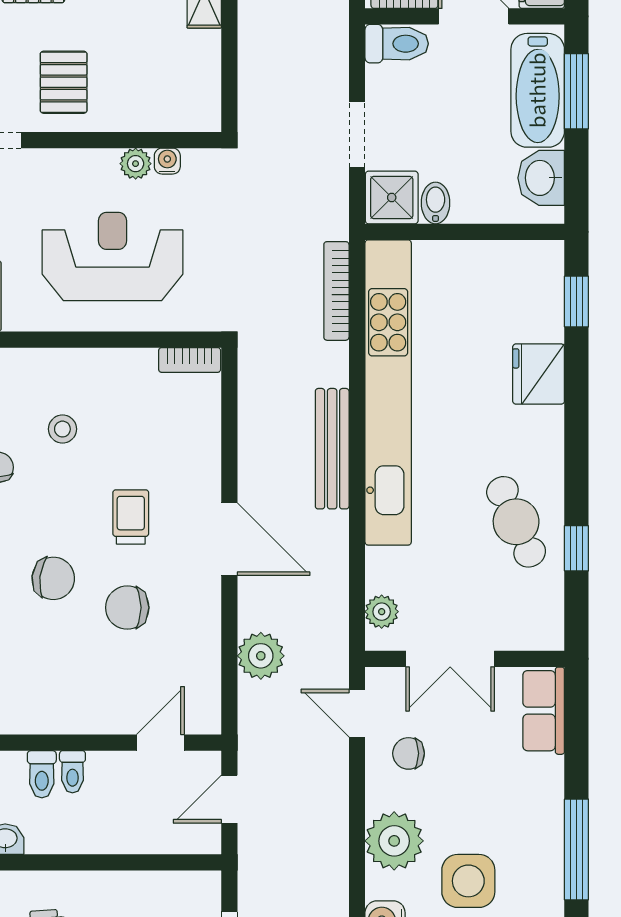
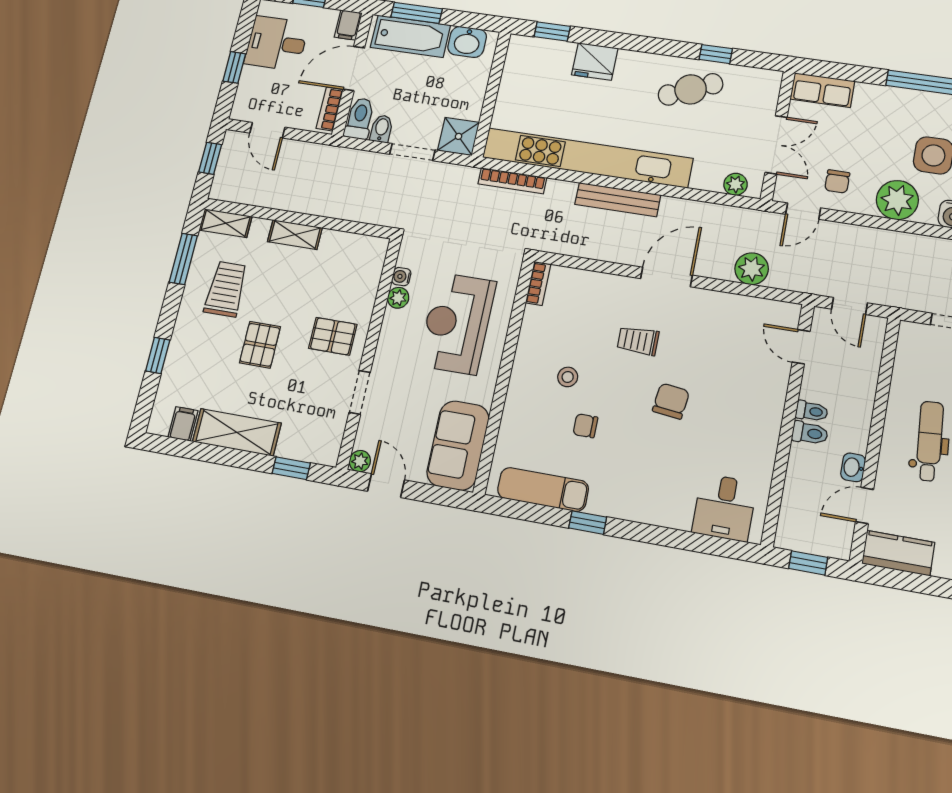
bidet: (436, 203) -> (382, 129), moved, turned 90
chair: (127, 608) -> (701, 354), removed

